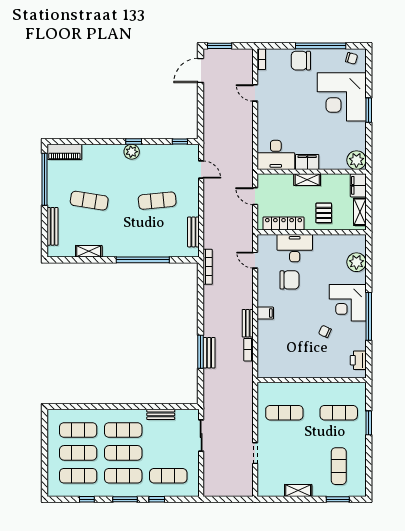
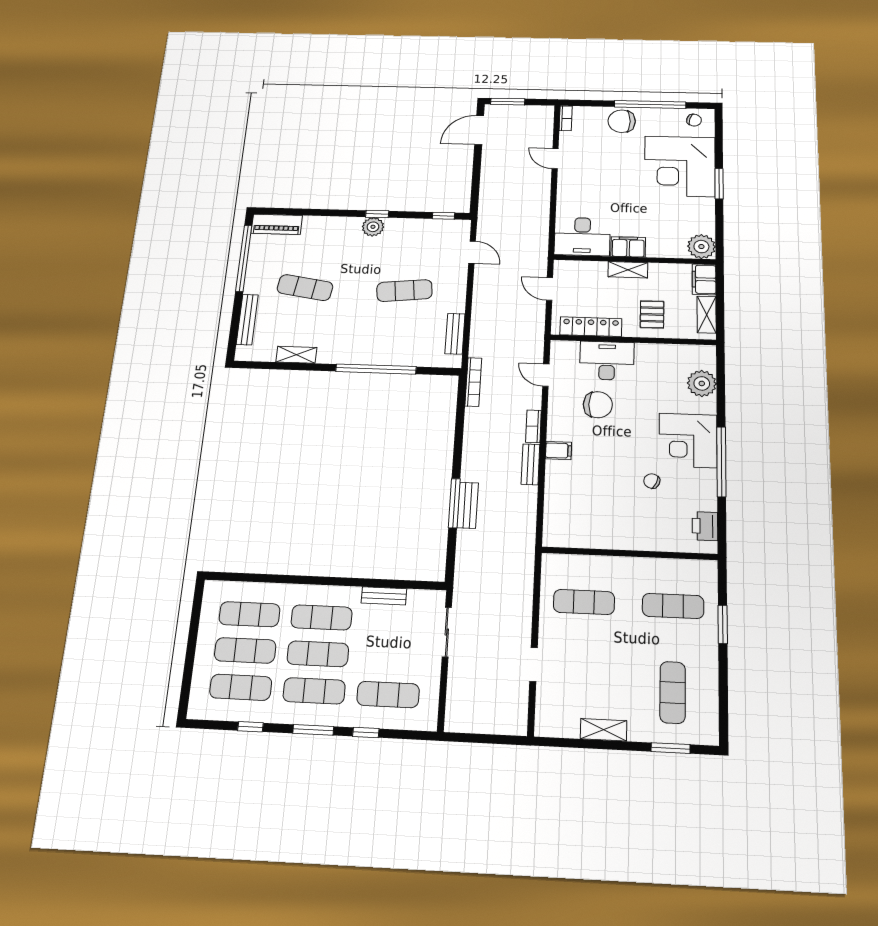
bookcase: (248, 350) -> (533, 426), moved

